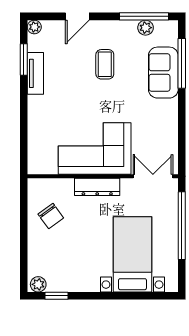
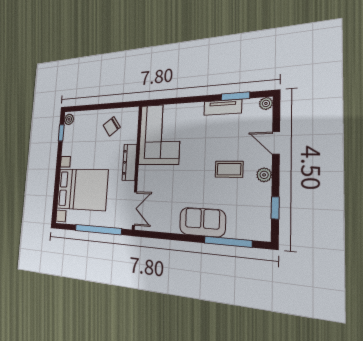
window: (144, 16) -> (275, 208), width x0.46
plant: (146, 28) -> (264, 175), moved
sofa: (163, 73) -> (202, 222), moved
corner sofa: (95, 149) -> (159, 134), moved
bed with nightstands: (132, 254) -> (82, 189), width x1.36

